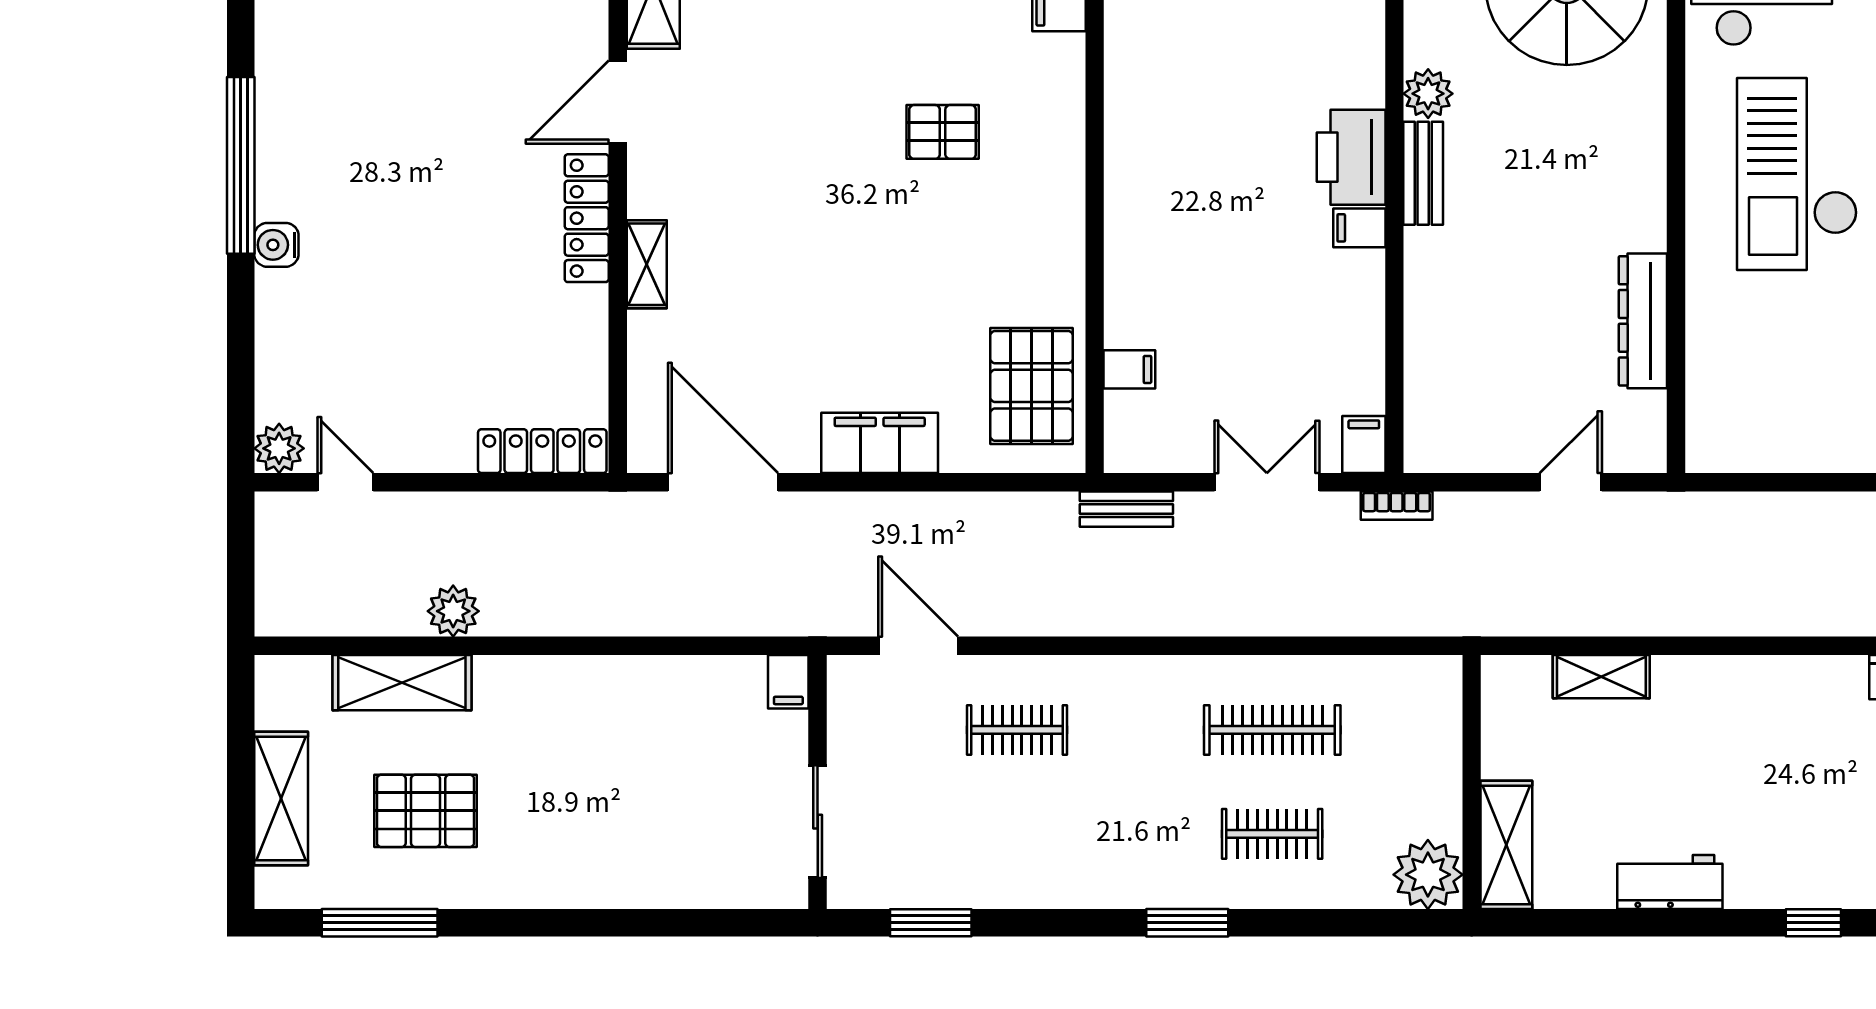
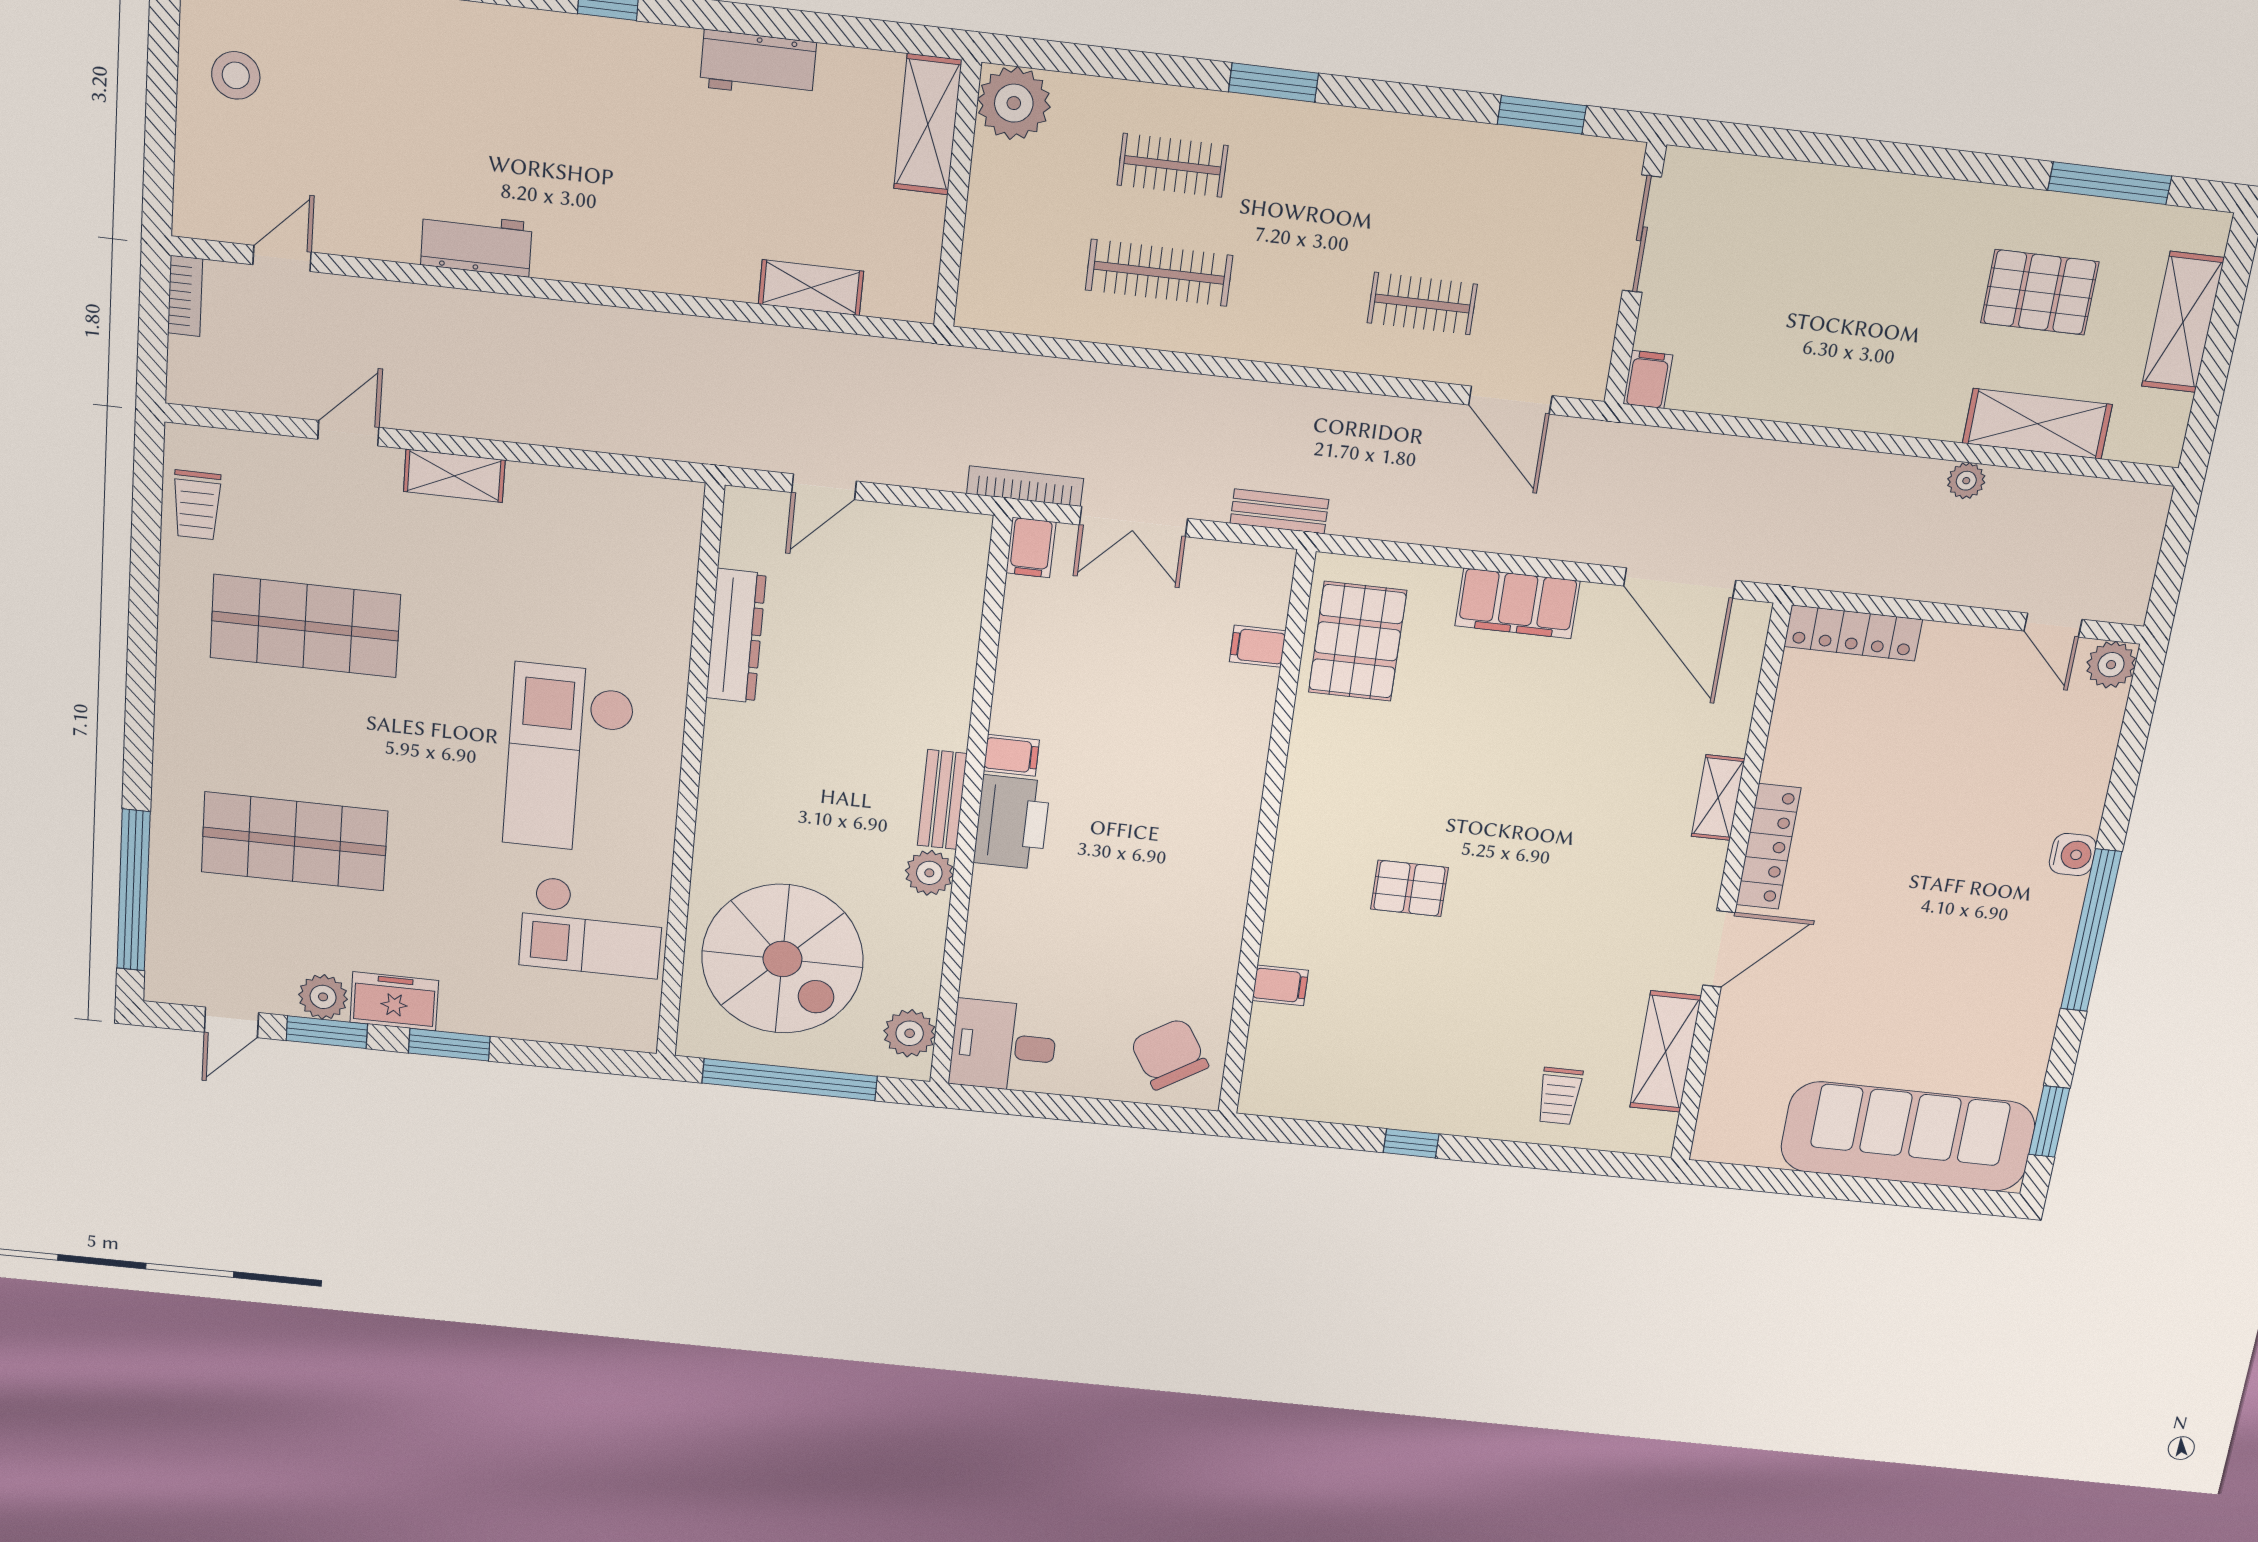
checkout: (1797, 174) -> (569, 759), turned 180
bookcase: (1397, 506) -> (1025, 486), width x1.56
plant: (453, 611) -> (1966, 481), width x0.73, depth x0.73

